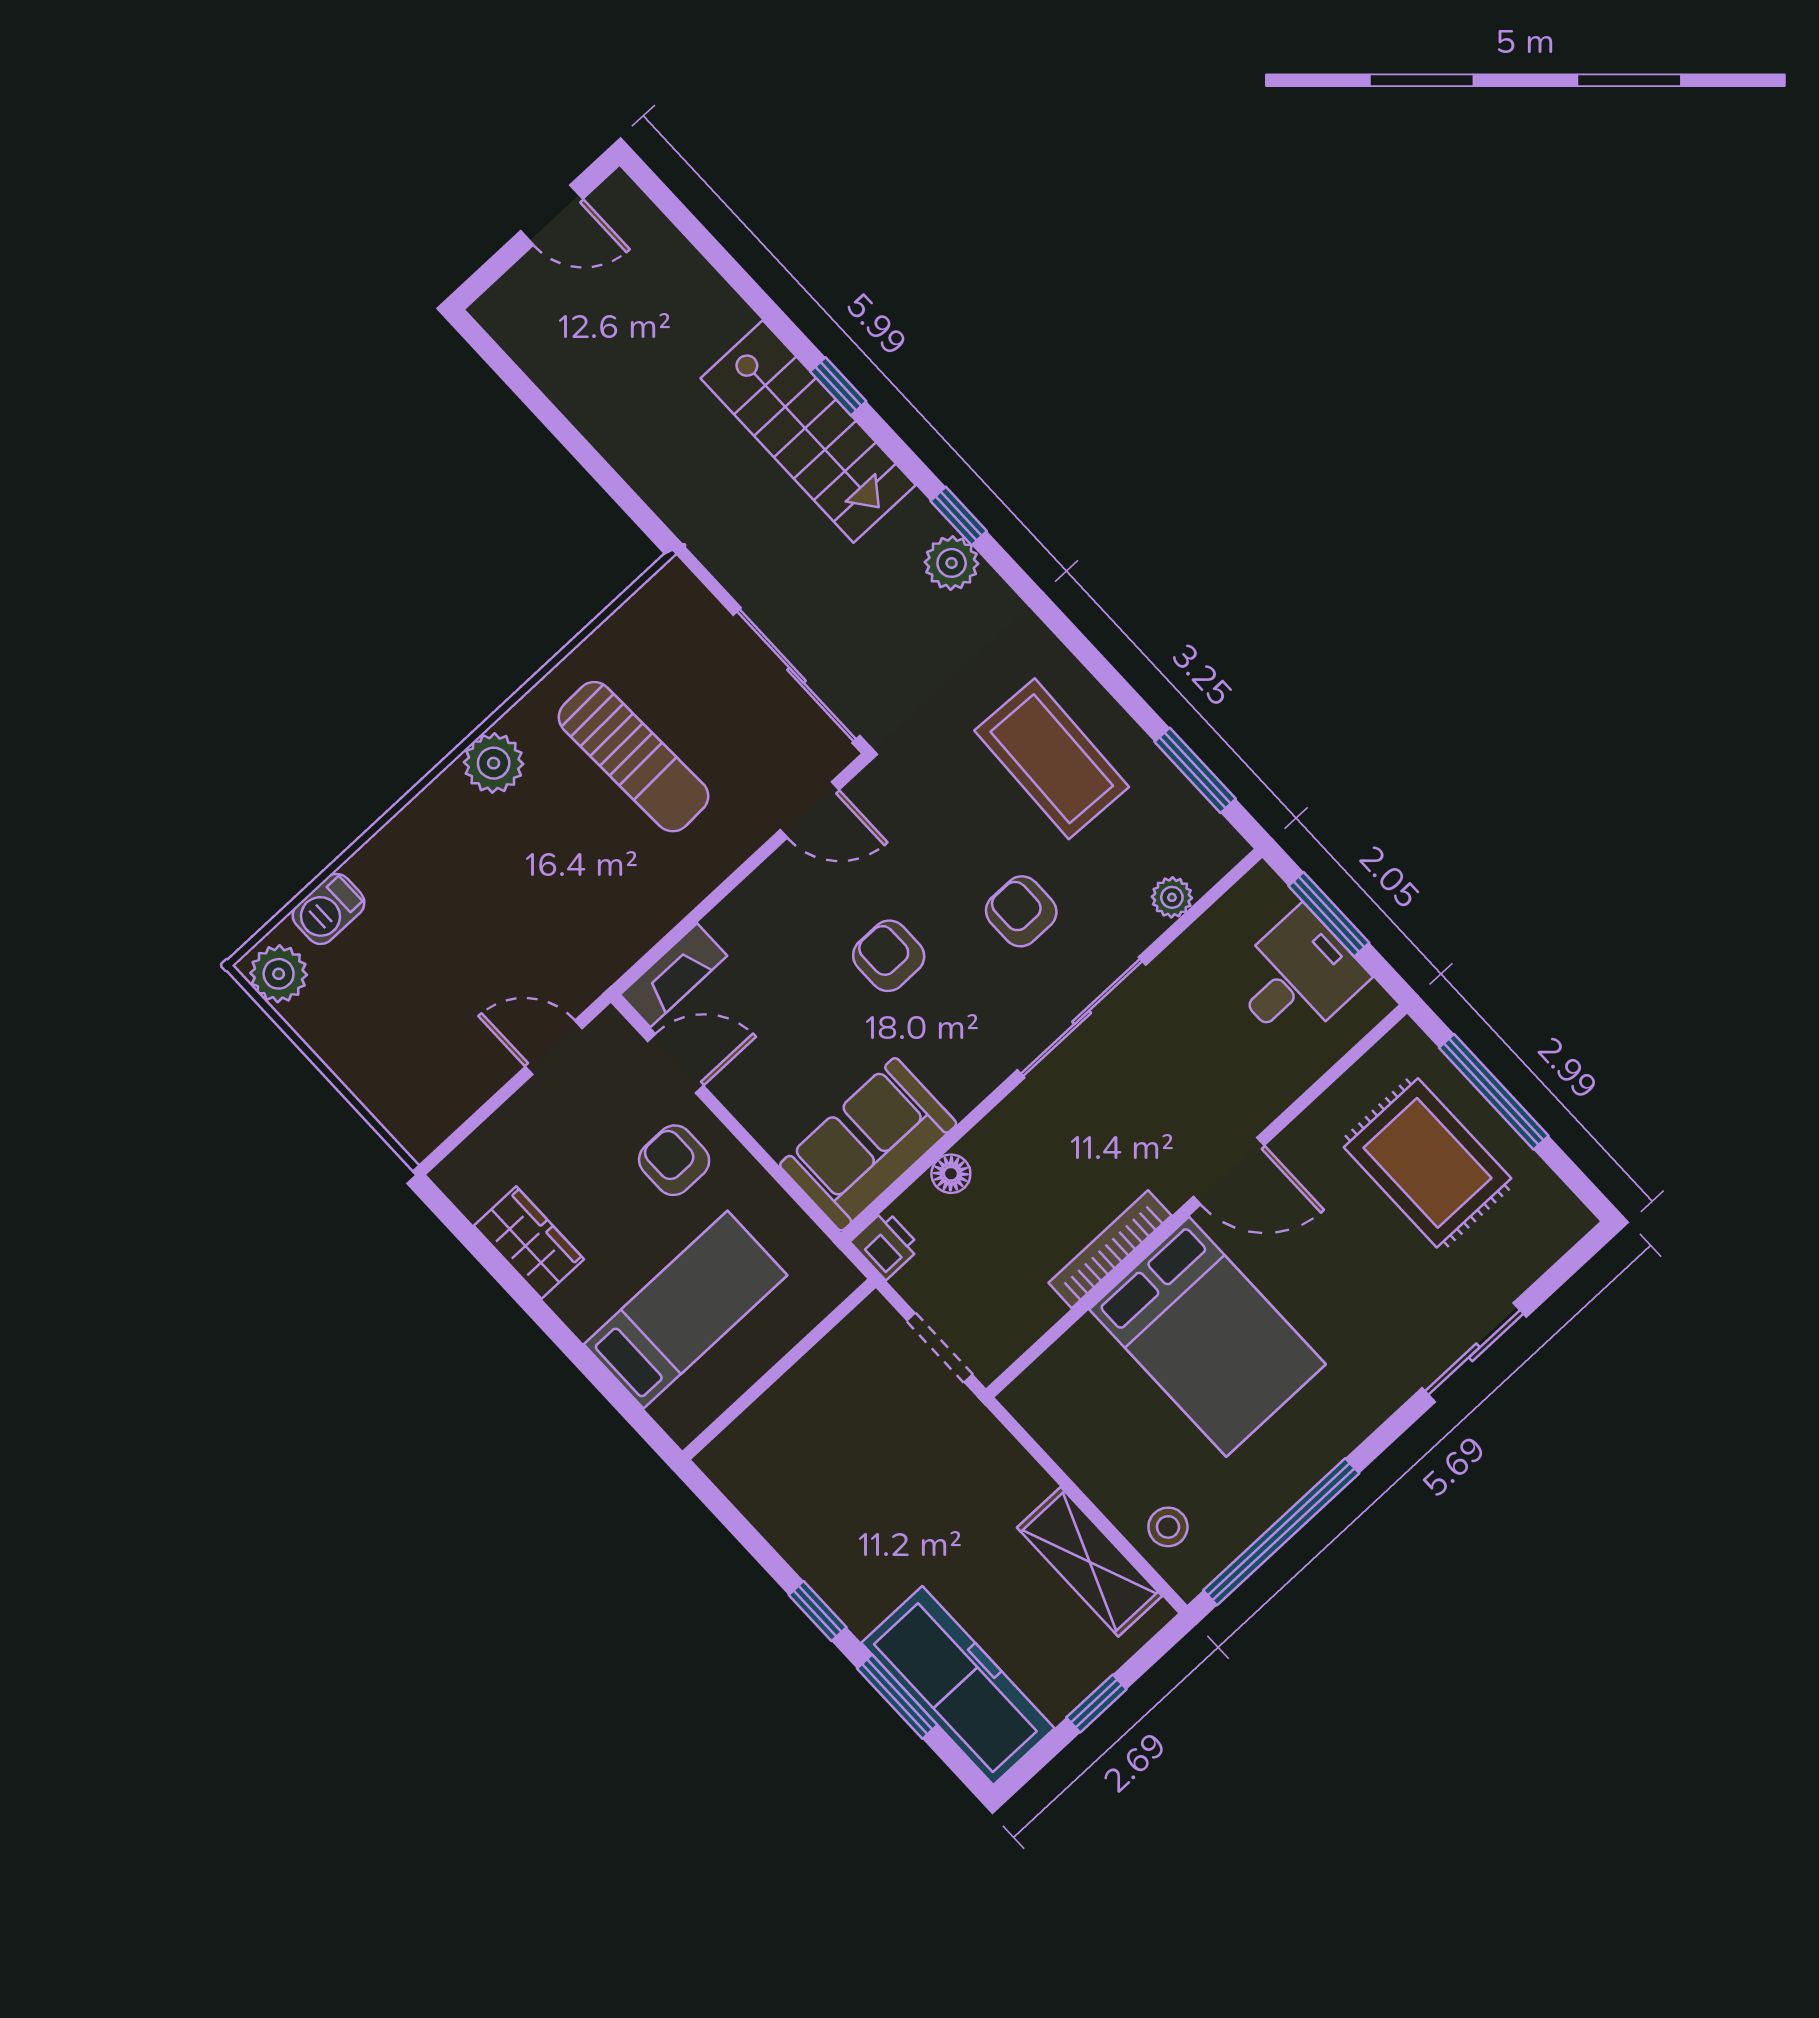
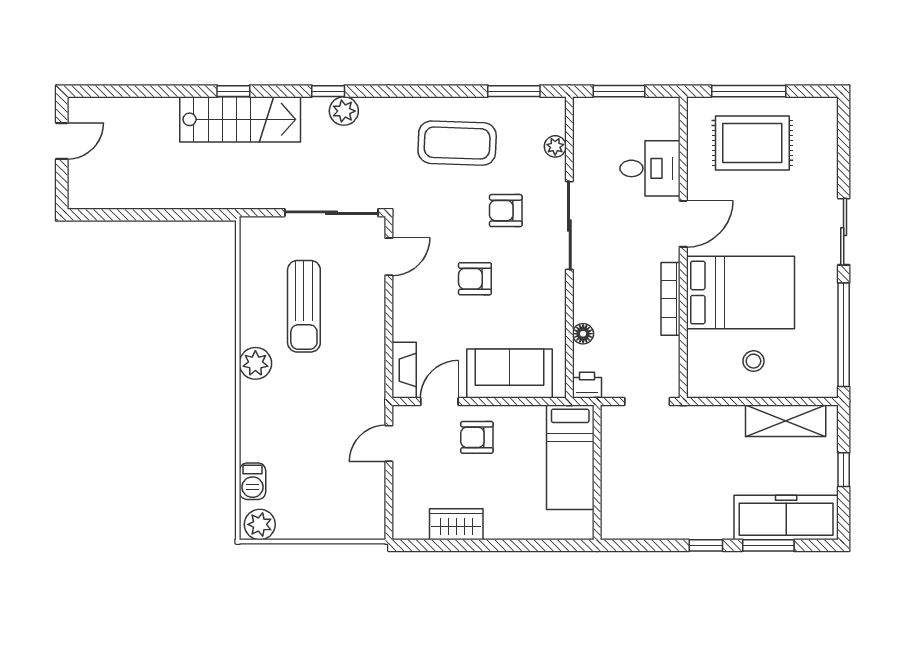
sun lounger: (633, 757) -> (304, 306), turned 92
desk: (1297, 977) -> (650, 168), moved, turned 90
sofa: (868, 1144) -> (510, 373), moved, turned 90
bed: (685, 1310) -> (570, 457), moved, turned 180
sliding door: (1474, 1352) -> (844, 232), moved
stool: (1168, 1527) -> (753, 361), moved

